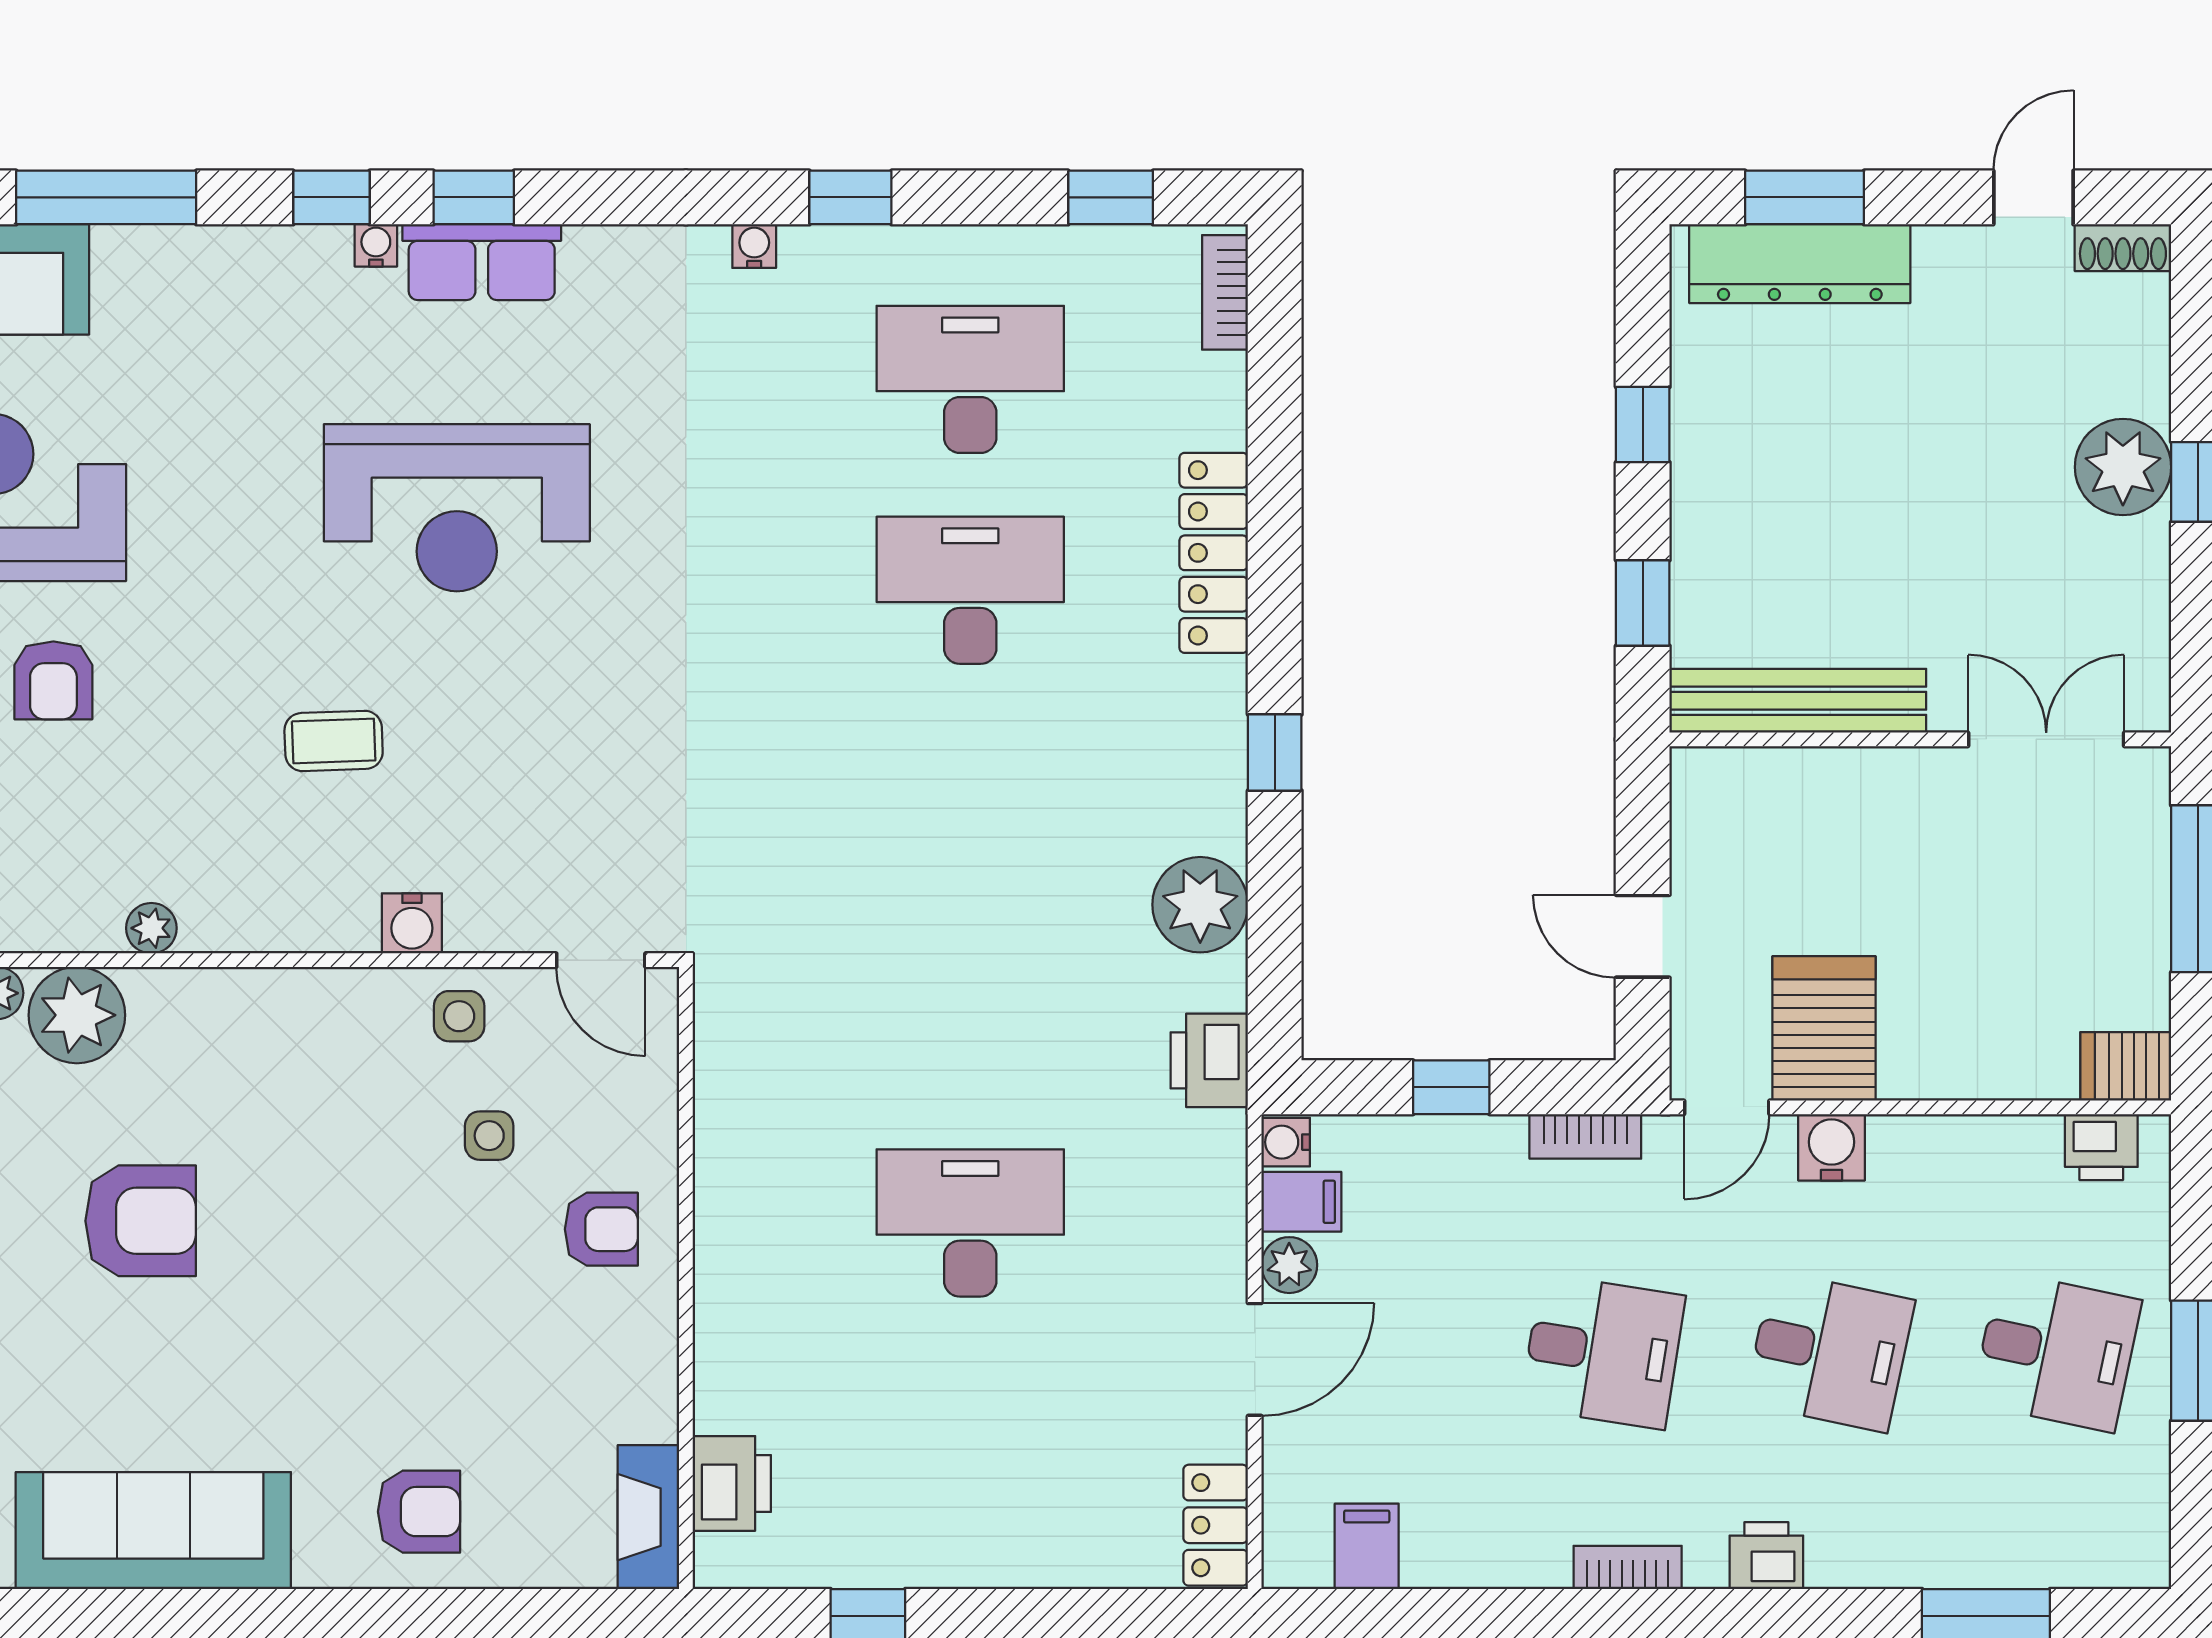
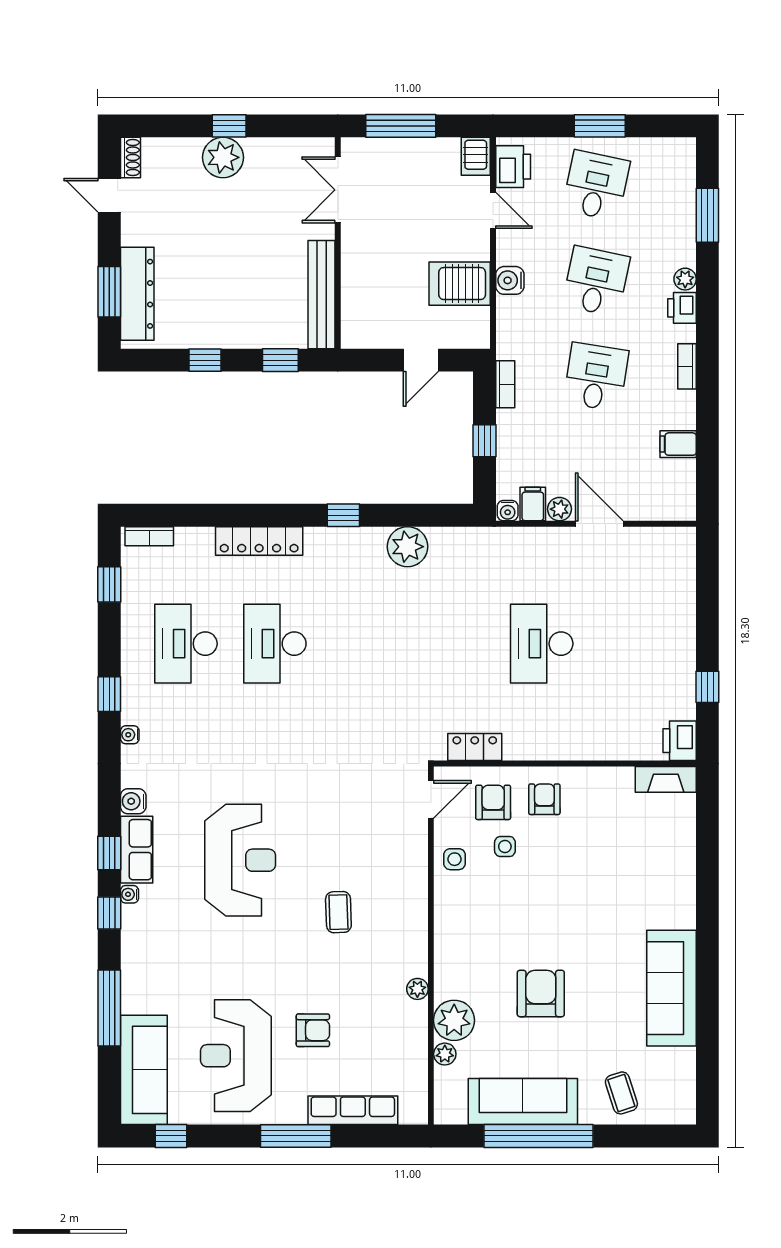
water cooler: (412, 923) -> (133, 801), moved, turned 180
printer: (1209, 1060) -> (473, 543), removed
door: (1727, 1107) -> (493, 210), moved
printer: (2101, 1147) -> (513, 167), width x1.36, depth x1.24
printer: (732, 1483) -> (680, 741), moved, turned -90
armchair: (419, 1512) -> (493, 802), moved
locker: (1216, 1525) -> (475, 747), moved, turned 180
filing cabinet: (1367, 1546) -> (678, 444), moved
plant: (1835, 1563) -> (685, 279), added

